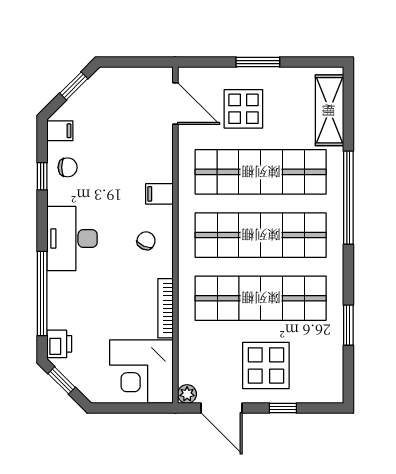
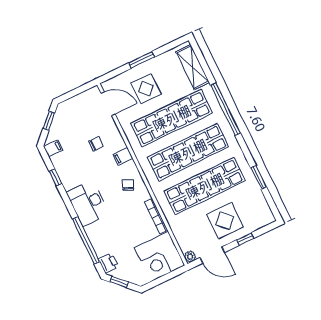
chair: (68, 167) -> (96, 144), moved

